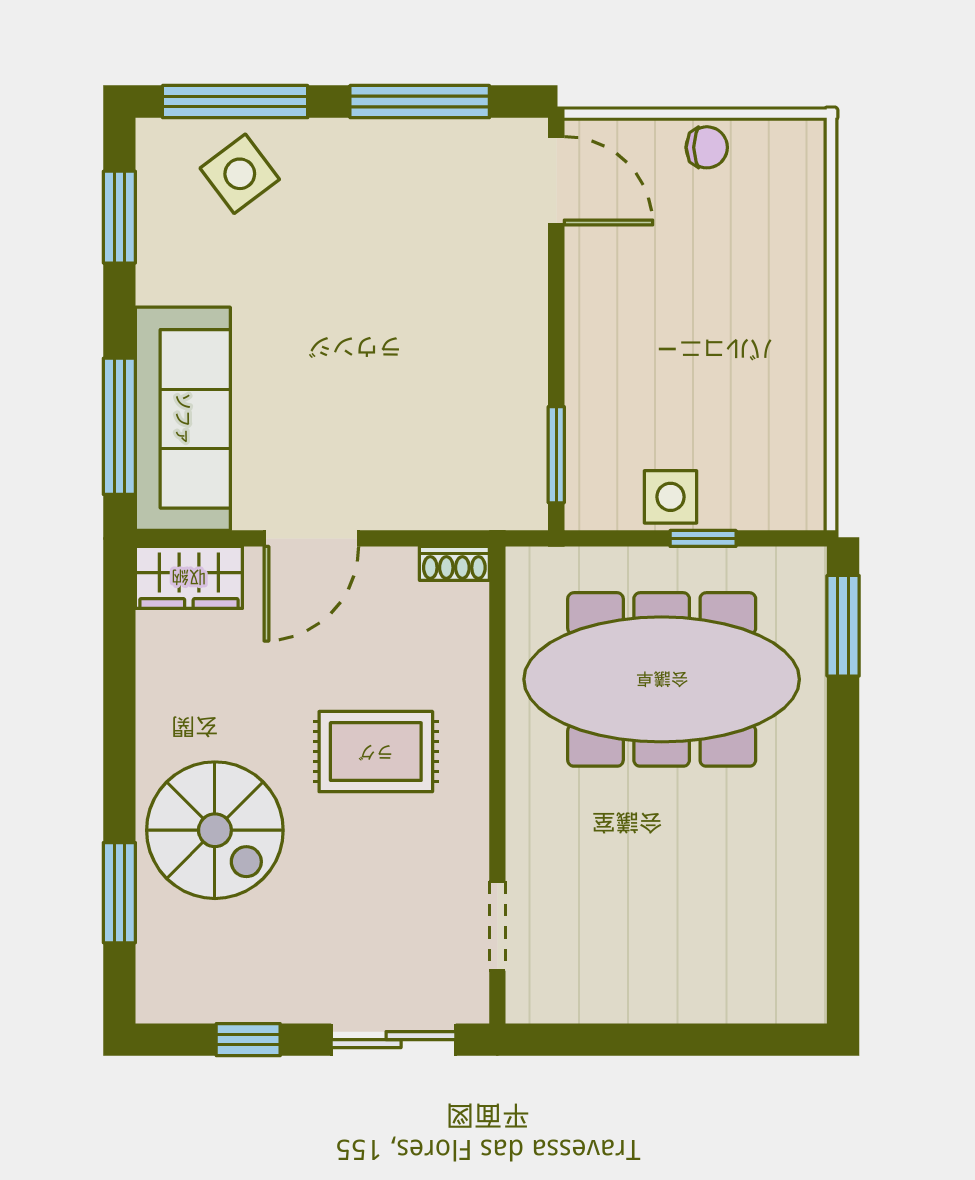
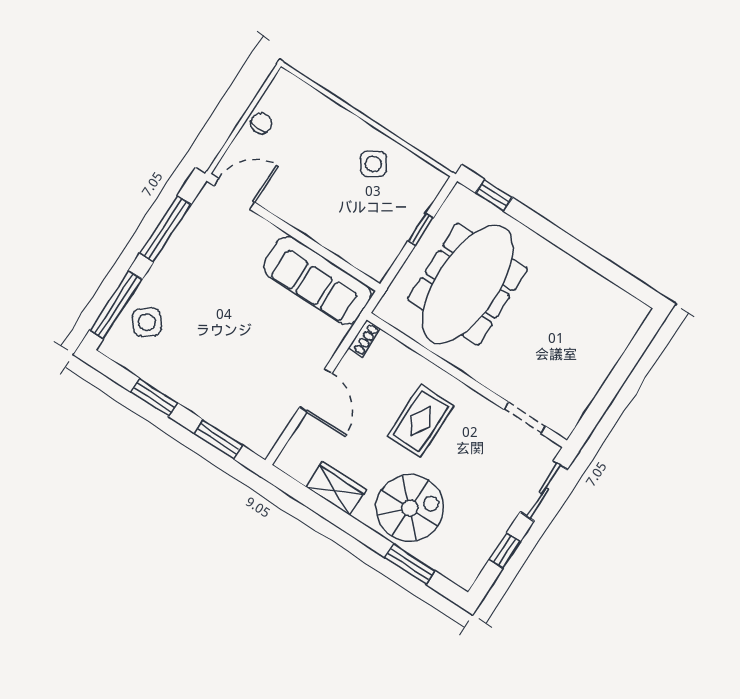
window: (119, 217) -> (154, 397), moved
sofa: (183, 419) -> (317, 281), moved, turned 180
window: (119, 426) -> (218, 439), width x0.69
window: (556, 455) -> (347, 267), removed
side table: (671, 497) -> (373, 164), moved, turned -34
wardrobe: (189, 577) -> (336, 488), moved, turned -90
window: (843, 626) -> (494, 195), width x0.67

